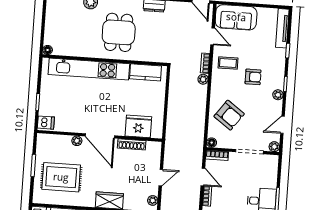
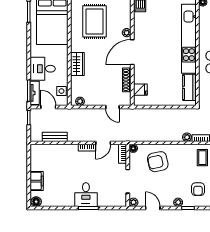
armchair: (253, 77) -> (198, 189), moved
armchair: (229, 115) -> (158, 162), turned 42
fridge: (138, 126) -> (140, 90), width x0.53, depth x0.75
door: (161, 178) -> (112, 107), moved

